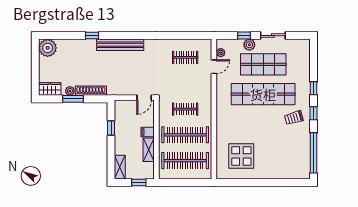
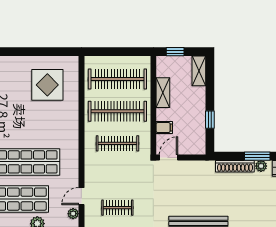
clothes rail: (185, 109) -> (117, 143), width x1.36
filing cabinet: (148, 132) -> (164, 128), moved

